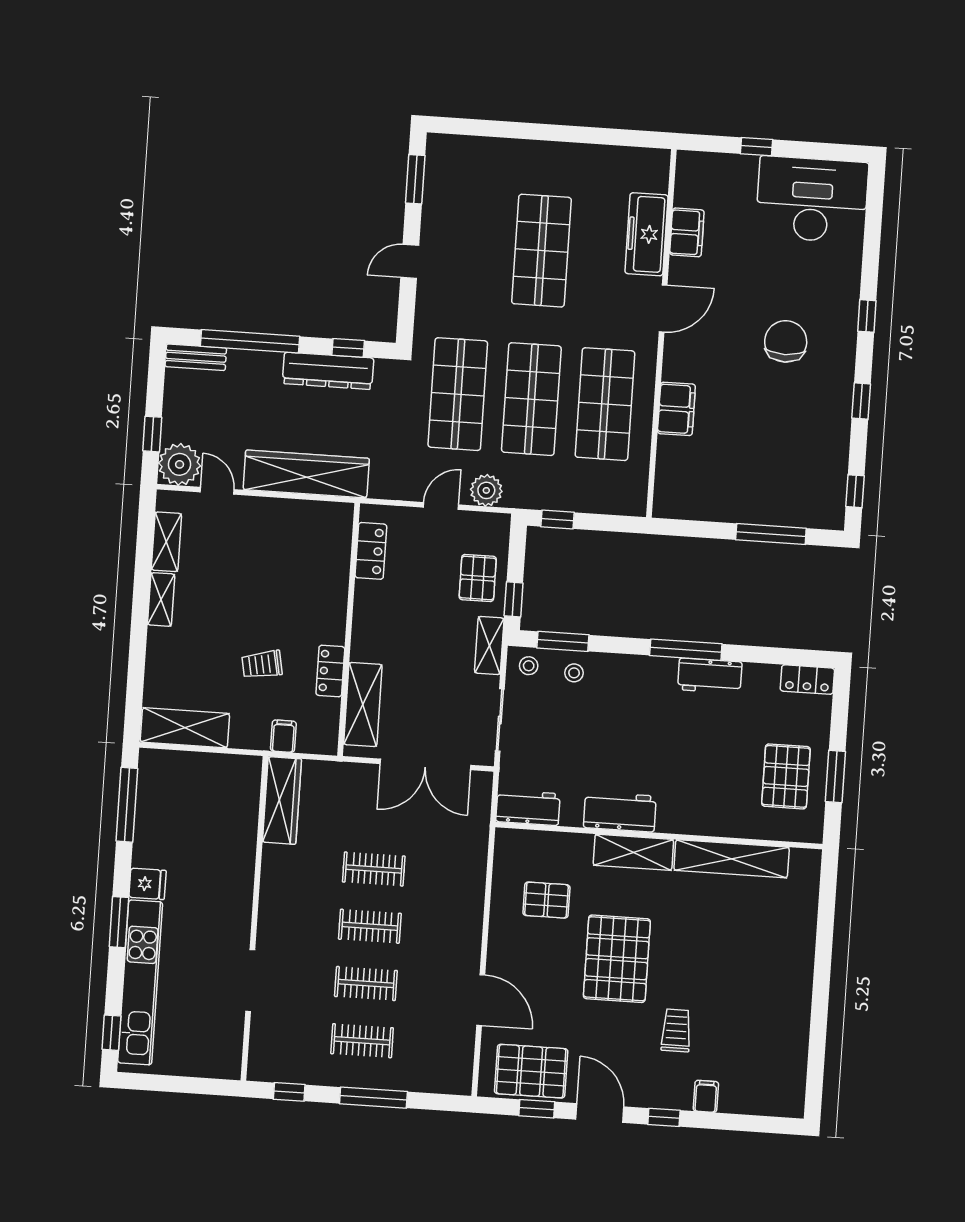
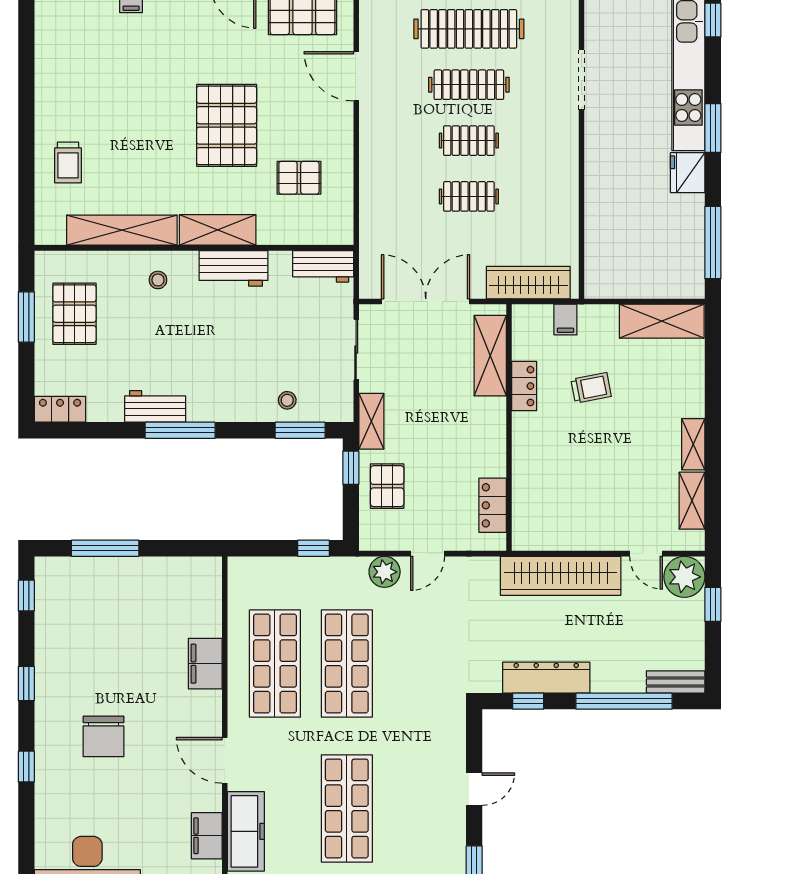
door: (663, 308) -> (225, 760), hinge flipped
shop shelf: (458, 394) -> (419, 664), removed
stool: (529, 666) -> (158, 280), moved
wardrobe: (282, 800) -> (528, 283), moved, turned 90
fridge: (148, 884) -> (688, 173), width x1.38
clothes rail: (366, 983) -> (469, 85), width x1.36
trolley: (676, 1030) -> (68, 163), moved
clothes rail: (362, 1041) -> (469, 29), width x1.86, depth x1.31

